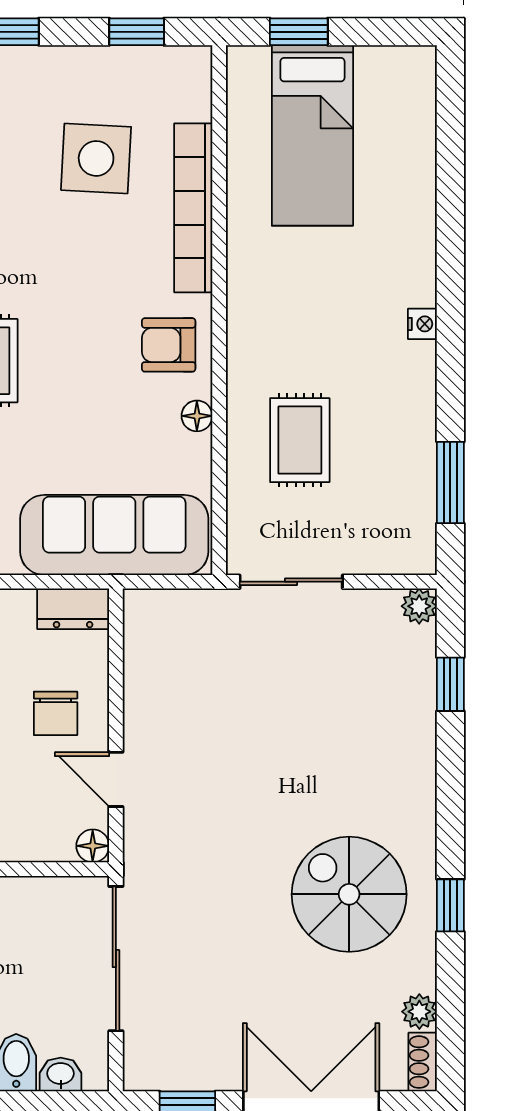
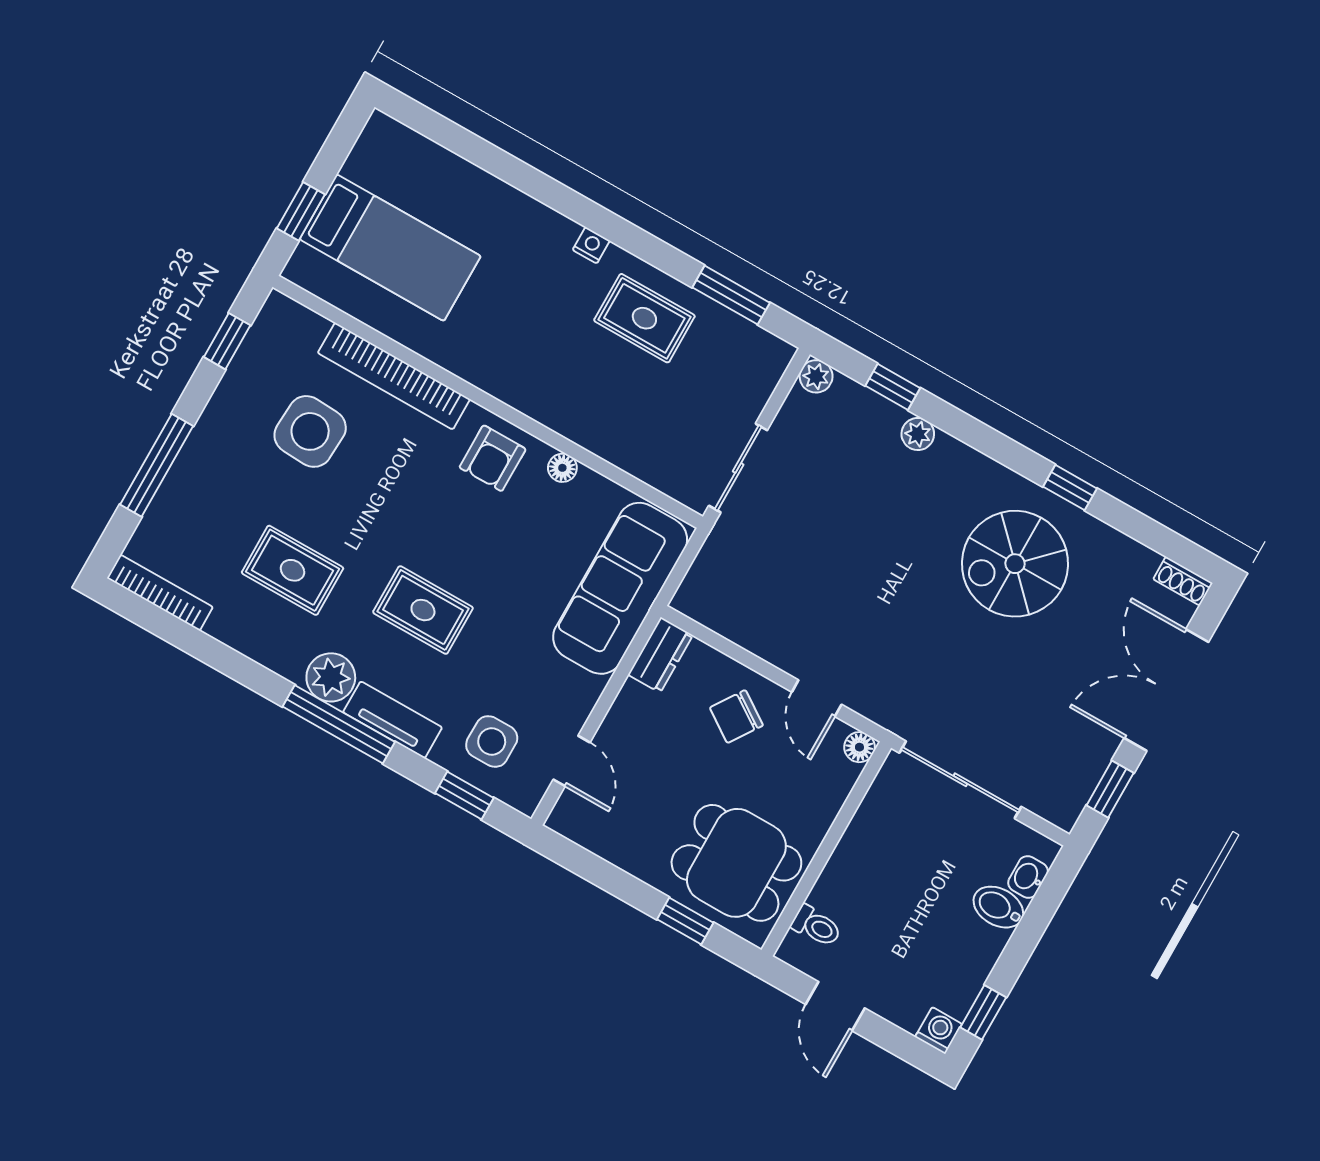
rug: (300, 440) -> (644, 318), moved
chair: (56, 713) -> (736, 717), turned 124
door: (116, 779) -> (817, 698), hinge flipped
plant: (419, 1012) -> (918, 434), moved

